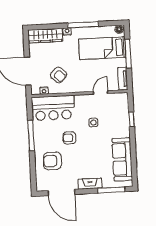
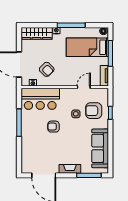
armchair: (52, 161) -> (94, 111), moved

